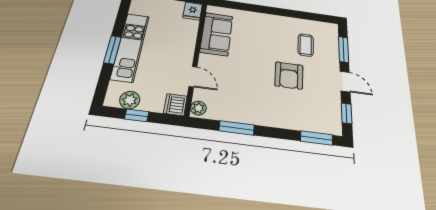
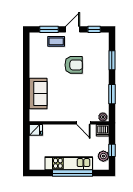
sofa: (216, 34) -> (38, 93), moved, turned 90
coffee table: (306, 45) -> (56, 41), moved
window: (112, 50) -> (73, 173), width x2.11
door: (193, 77) -> (83, 123), swing flipped
window: (317, 138) -> (112, 60), moved

